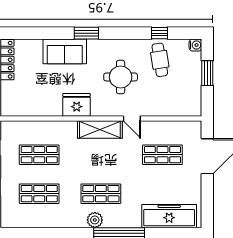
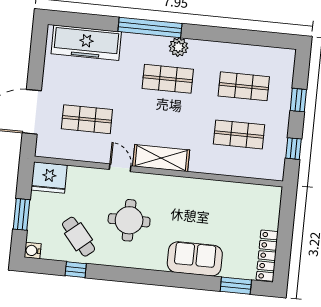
window: (86, 33) -> (236, 286), moved
cafe table: (160, 60) -> (79, 237), turned -31
fridge: (77, 105) -> (49, 178), moved

